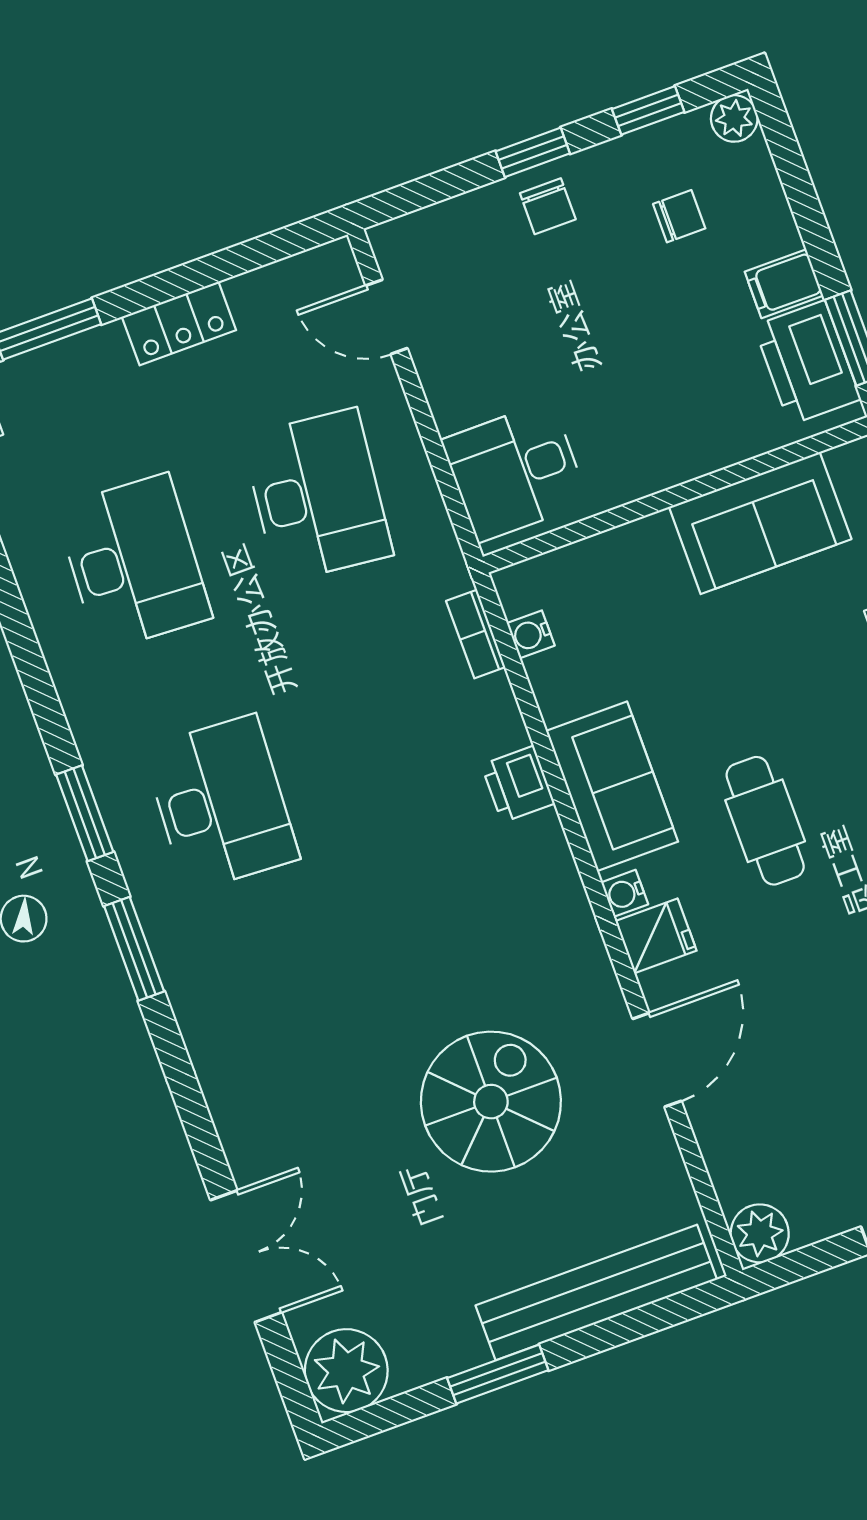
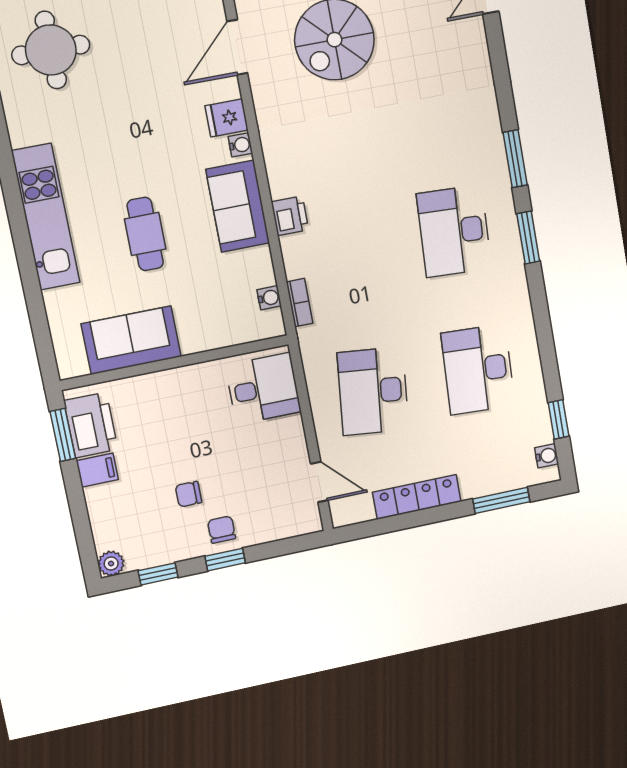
chair: (679, 216) -> (188, 494), moved
locker: (179, 323) -> (417, 497), width x1.53
cafe table: (765, 821) -> (145, 234), moved

